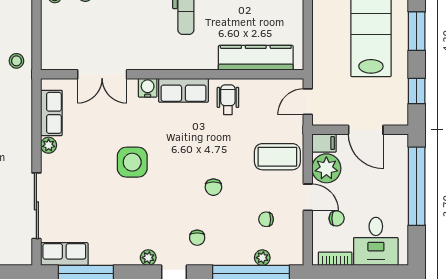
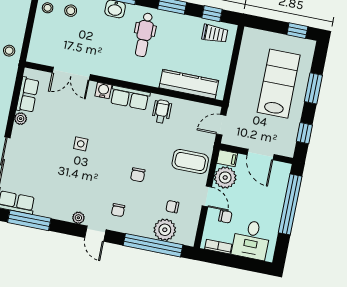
side table: (132, 162) -> (81, 144), width x0.54, depth x0.54
plant: (262, 258) -> (165, 230), width x1.88, depth x1.88

